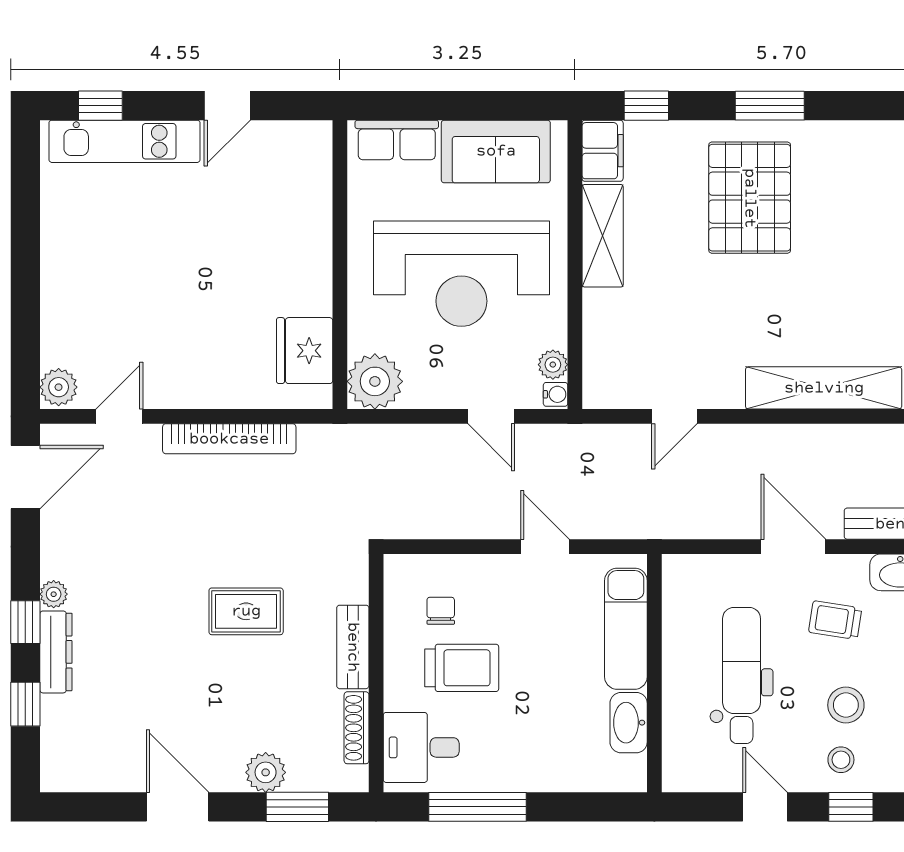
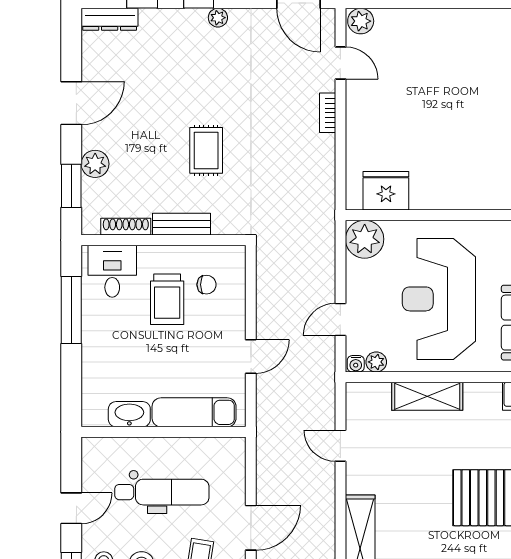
shelving: (603, 236) -> (427, 396), moved
bookcase: (229, 439) -> (328, 113), width x0.43, depth x0.76
dresser: (56, 652) -> (110, 19), moved

